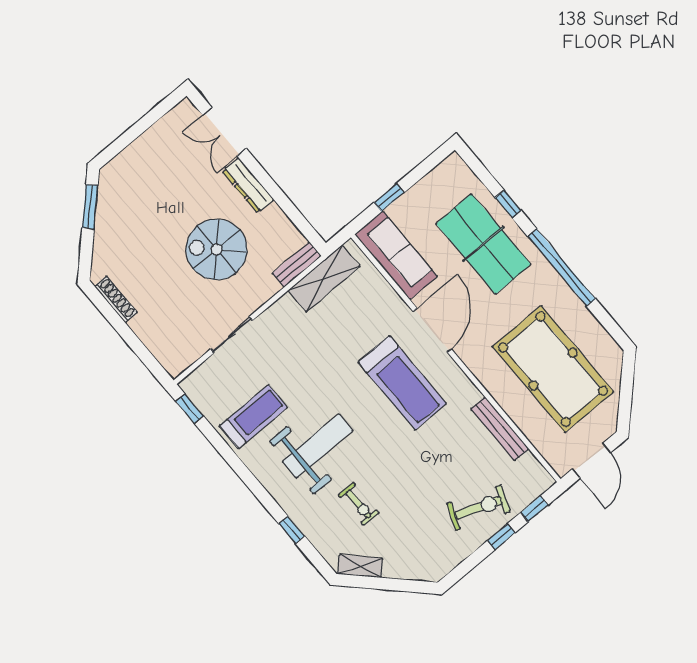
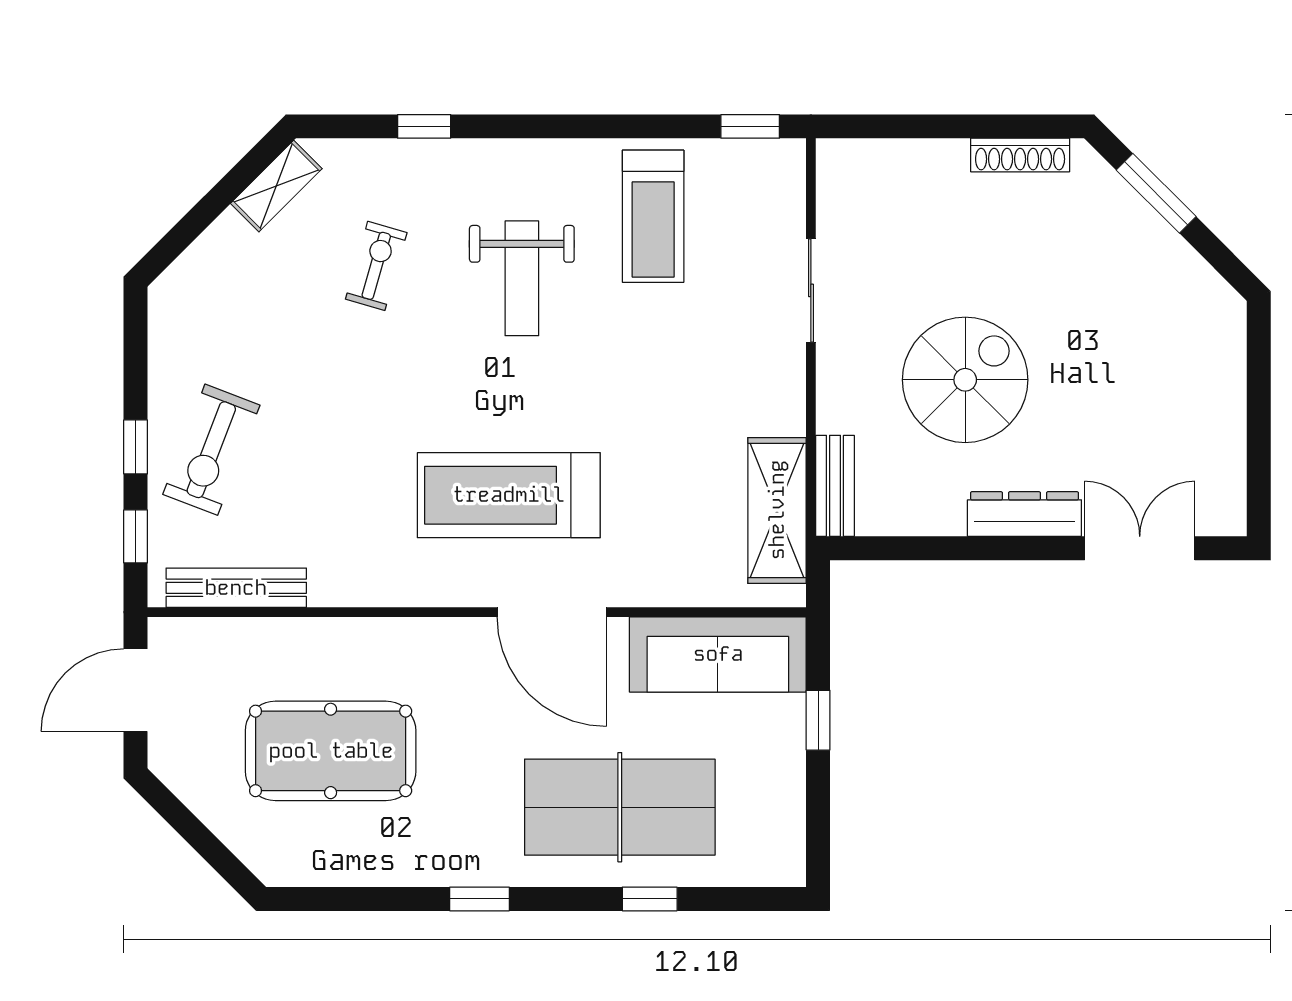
window: (90, 207) -> (1156, 193), moved
window: (561, 267) -> (480, 899), width x0.32
pool table: (553, 369) -> (331, 751), width x0.73, depth x0.76
bench: (500, 429) -> (236, 588), moved
weight bench: (318, 446) -> (522, 278), width x0.73, depth x0.75
door: (592, 461) -> (136, 690), hinge flipped
exercise bike: (358, 504) -> (376, 266), turned 106

